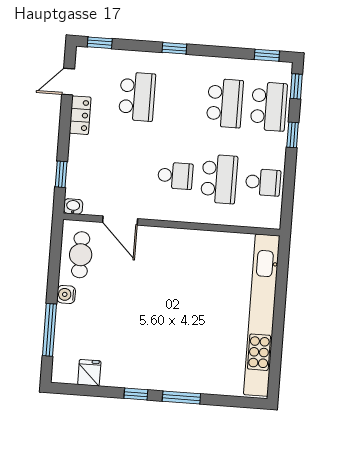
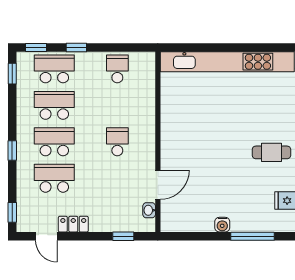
school desk: (219, 179) -> (54, 142), moved
washbasin: (73, 206) -> (149, 210), moved
cafe table: (81, 255) -> (271, 152), moved

